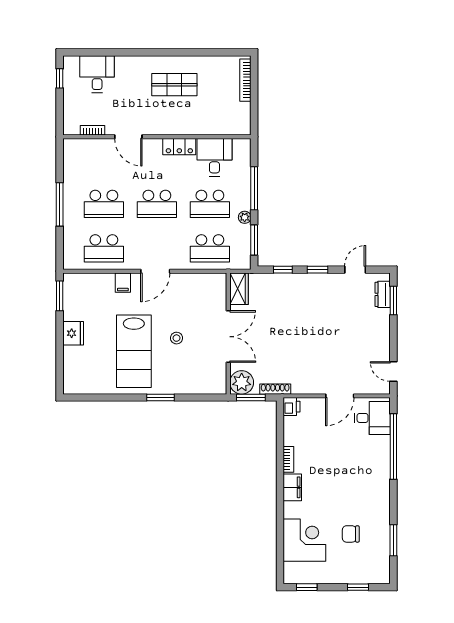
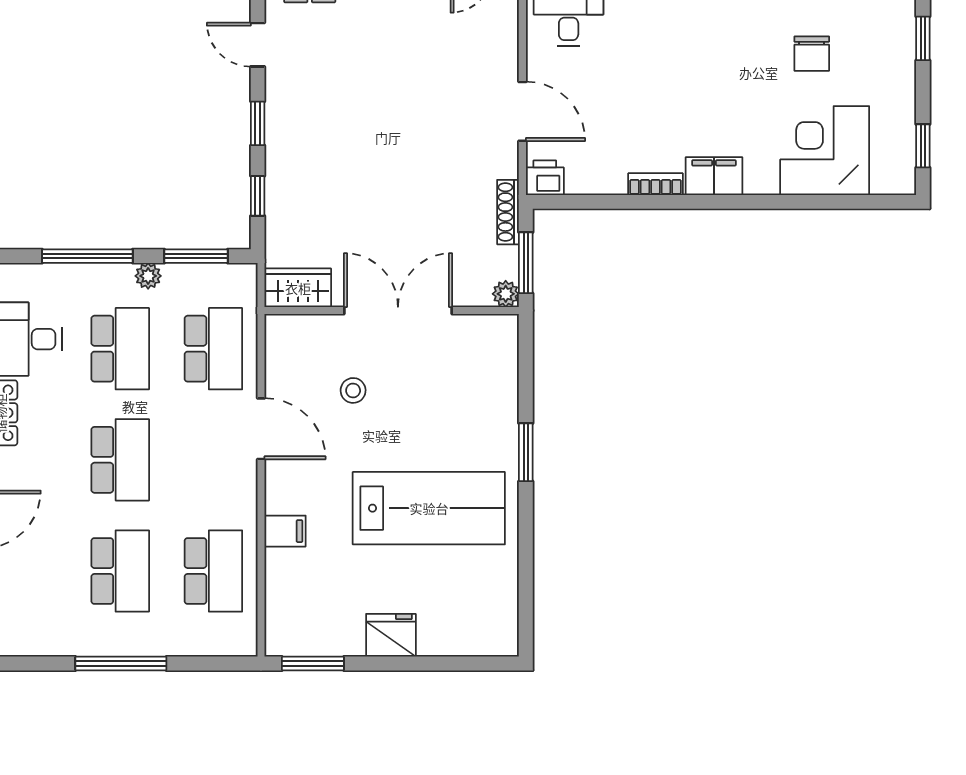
door: (155, 271) -> (261, 429), moved
stool: (177, 338) -> (353, 390), moved
plant: (242, 382) -> (506, 294), width x0.53, depth x0.53
door: (340, 396) -> (522, 111), moved

